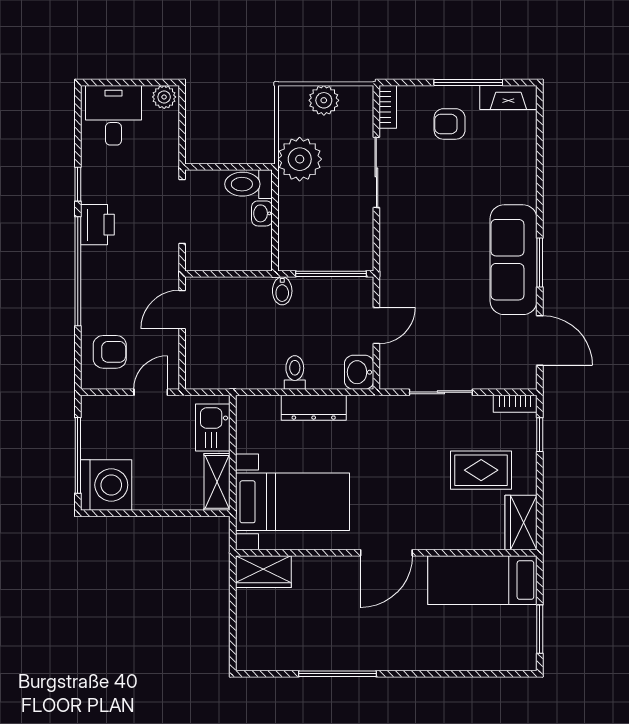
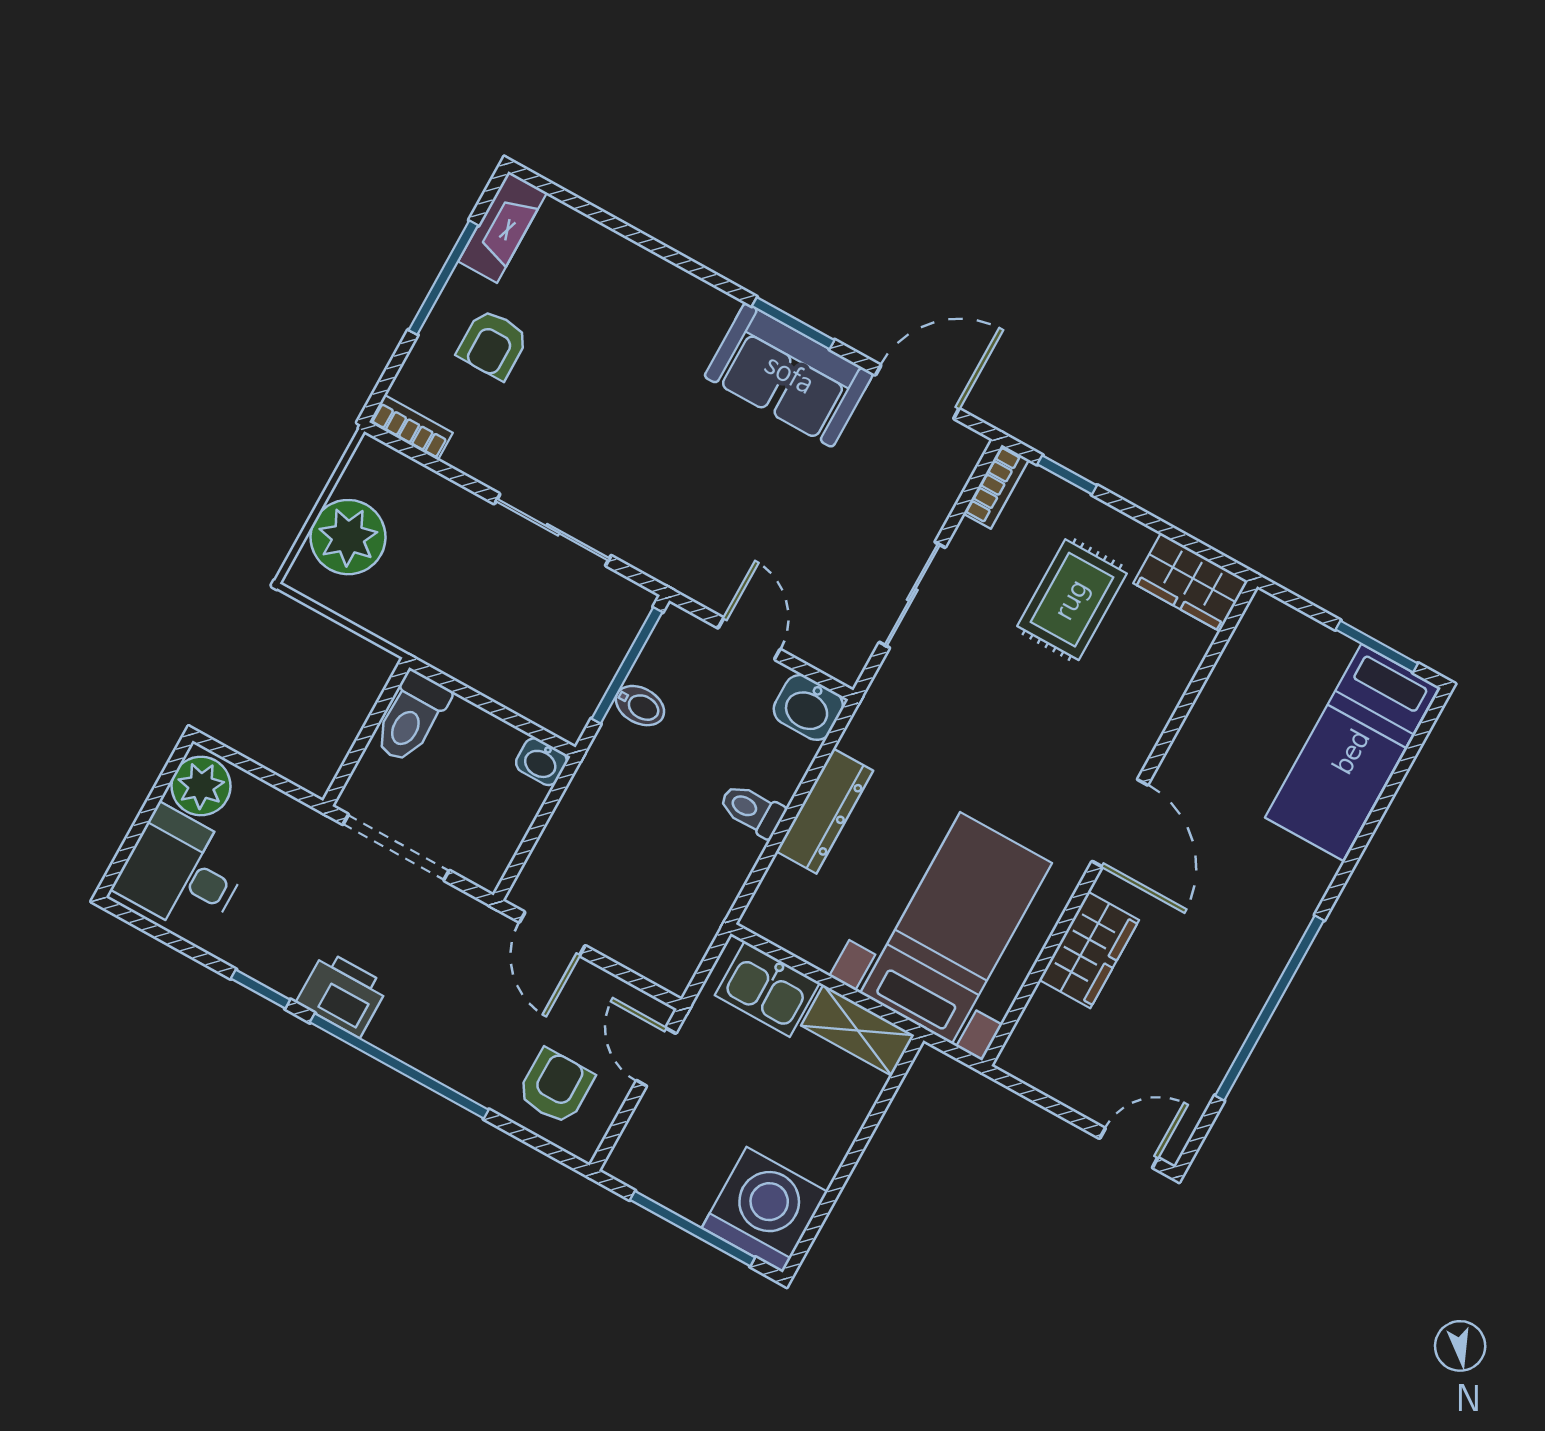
plant: (164, 97) -> (201, 786), width x1.38, depth x1.38
plant: (324, 100) -> (348, 537), width x1.36, depth x1.36
plant: (300, 159) -> (417, 614), removed
sliding door: (376, 172) -> (553, 530), moved
washbasin: (262, 213) -> (541, 762), moved
sofa: (513, 260) -> (789, 375), width x0.73
bidet: (282, 291) -> (640, 706), moved
wardrobe: (263, 572) -> (1089, 950), moved
bed: (482, 580) -> (1352, 752), moved
door: (233, 644) -> (1129, 1148), added
window: (338, 674) -> (1269, 1008), width x1.46

